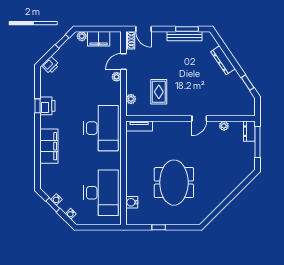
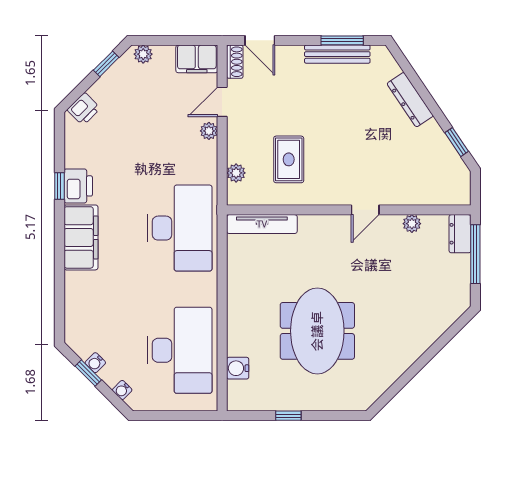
filing cabinet: (99, 39) -> (197, 59), moved
tv unit: (139, 126) -> (262, 224), width x1.41
filing cabinet: (49, 146) -> (81, 237), moved

